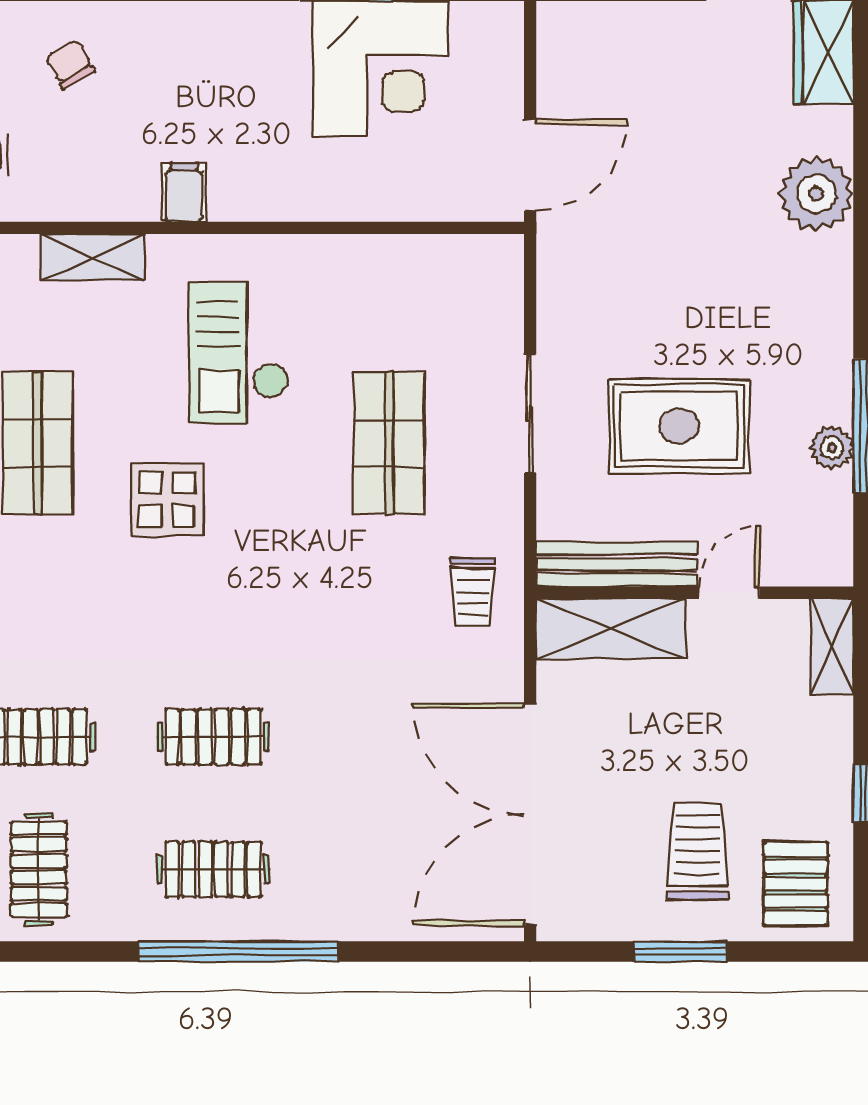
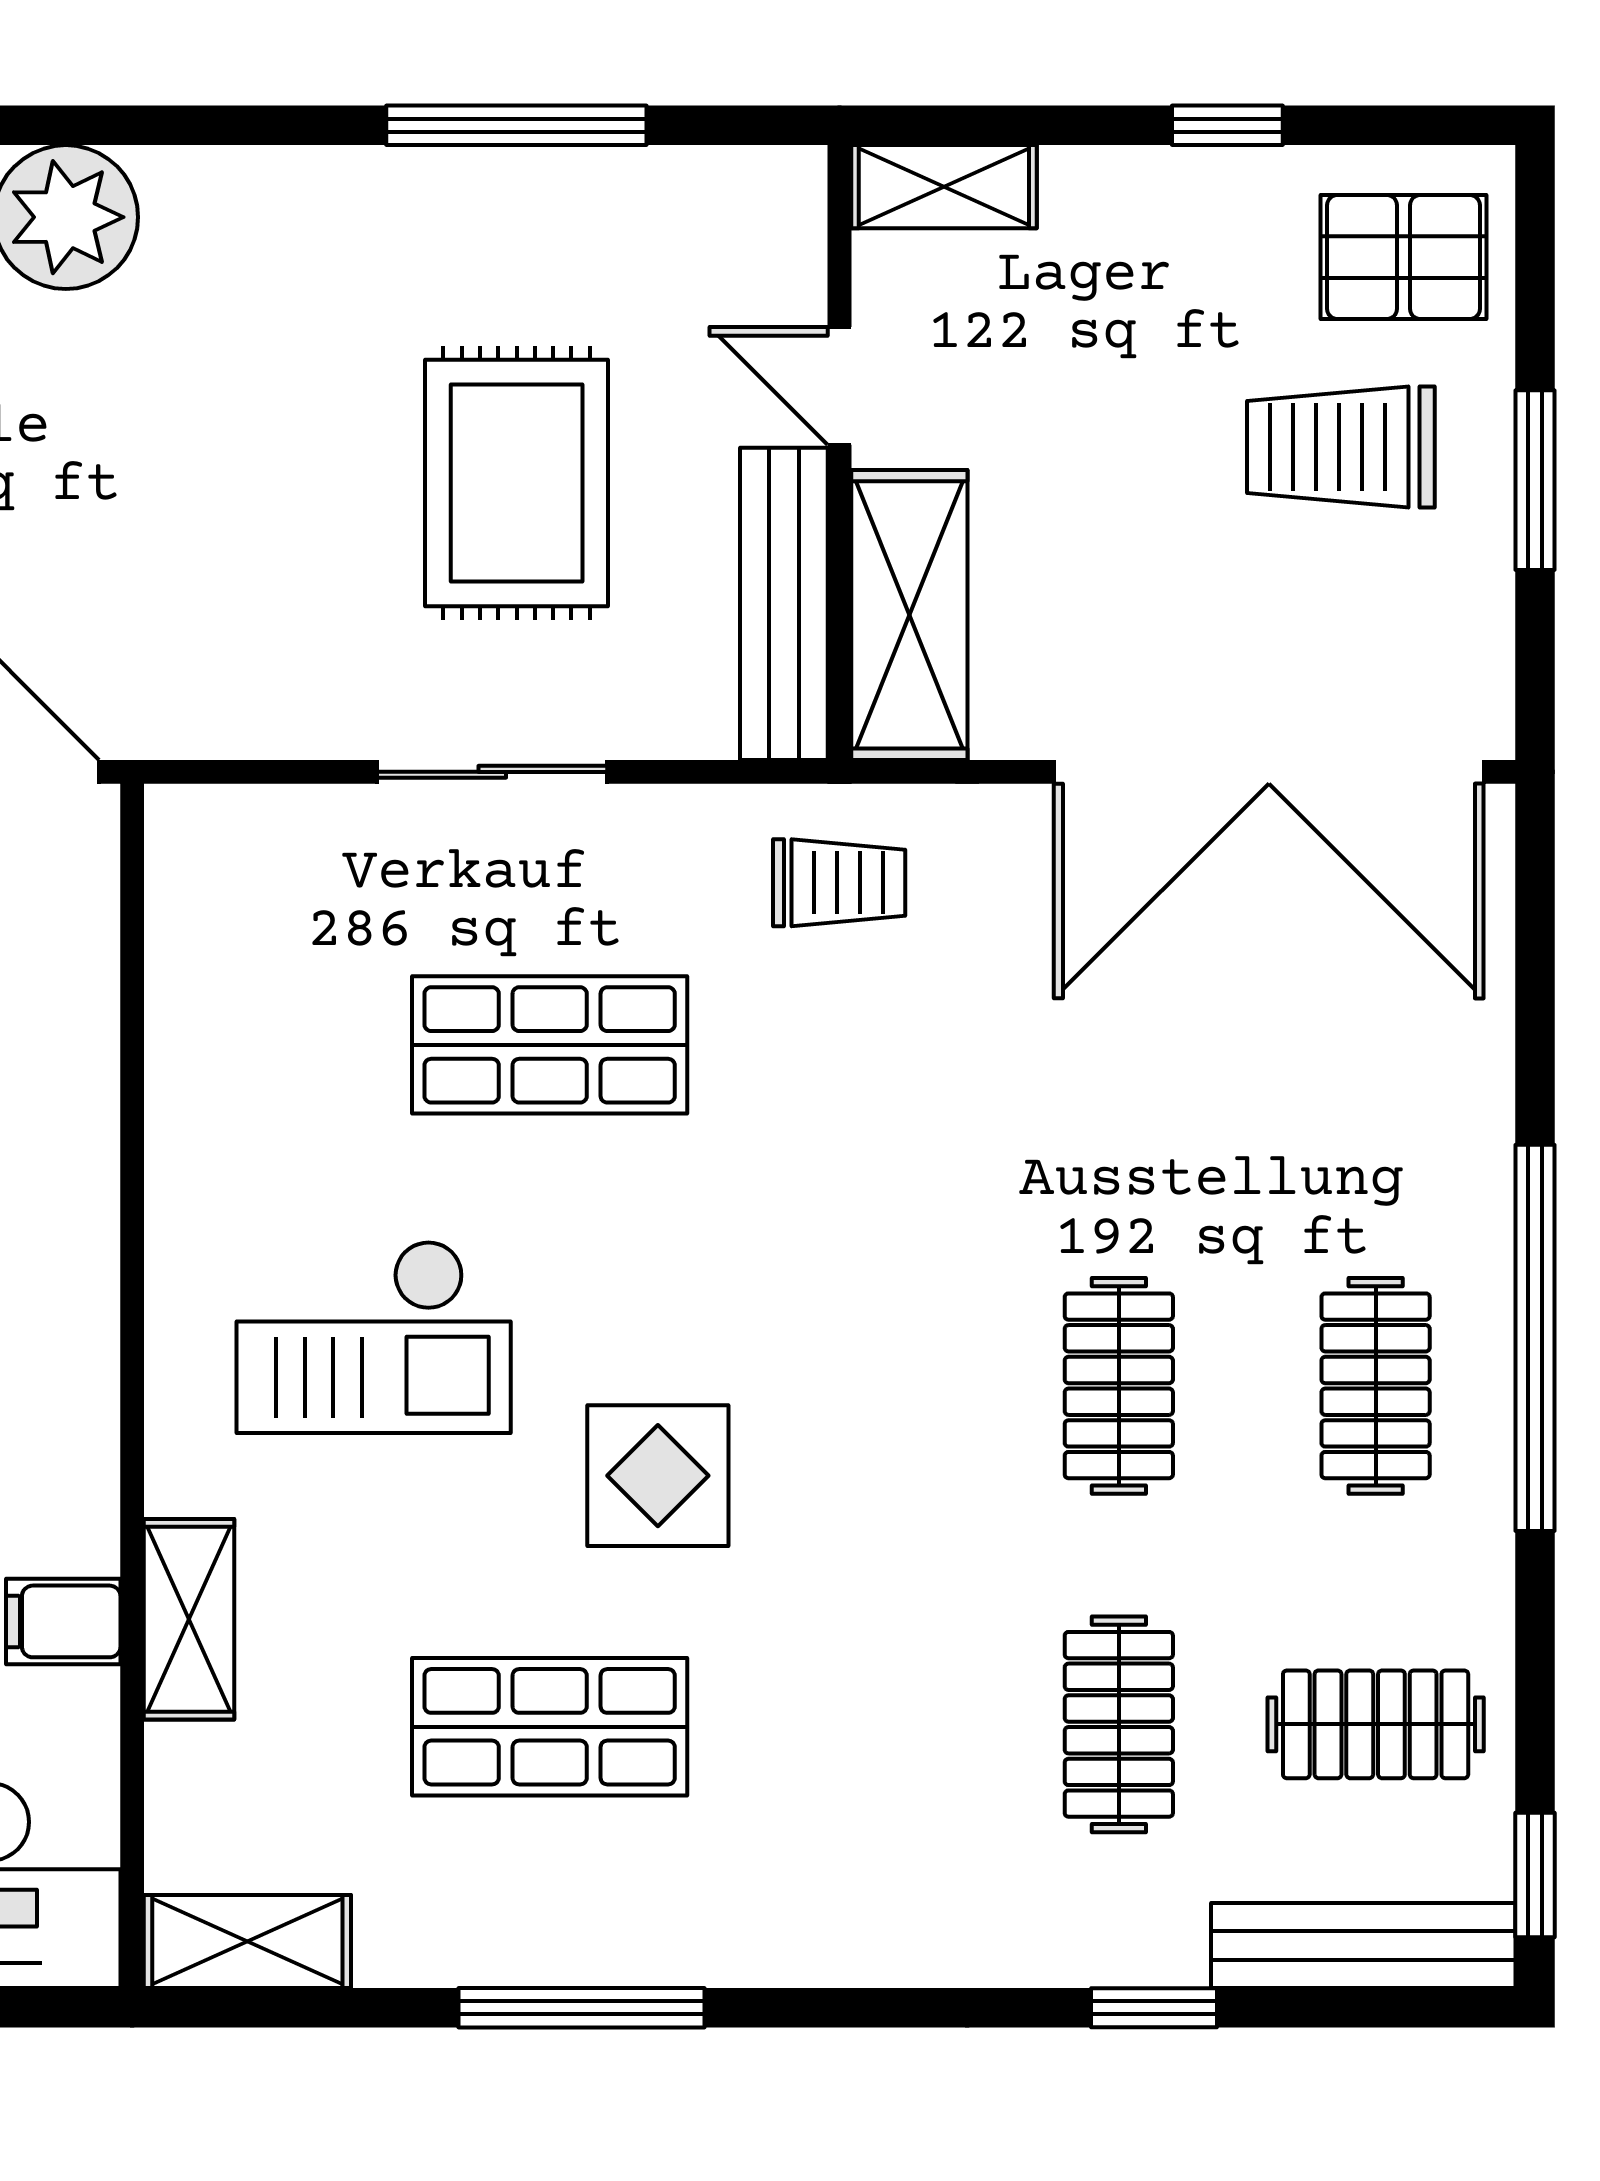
filing cabinet: (184, 192) -> (63, 1621), moved
plant: (832, 448) -> (558, 187), removed

